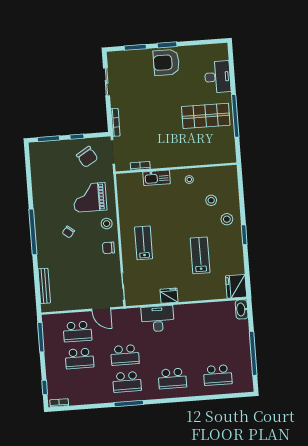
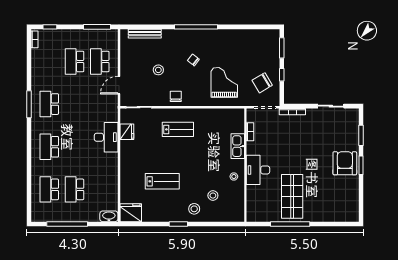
desk: (218, 77) -> (258, 170), moved, turned 90
stool: (107, 224) -> (158, 70), moved
fridge: (169, 296) -> (127, 132), moved
school desk: (125, 355) -> (75, 189), moved

